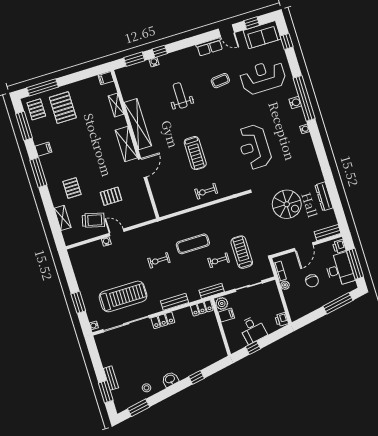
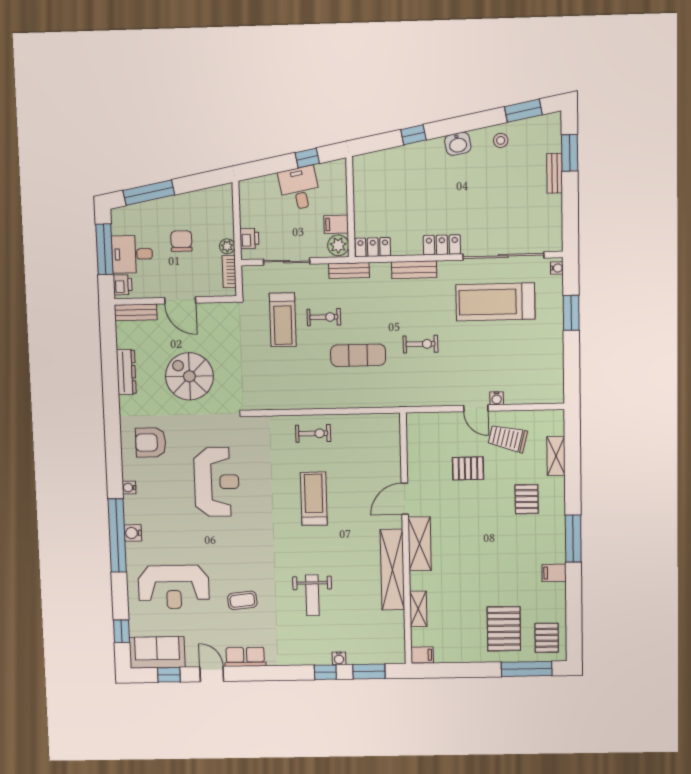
window: (24, 126) -> (574, 618), removed
armchair: (299, 159) -> (151, 442), added
door: (304, 247) -> (180, 300), swing flipped
desk: (340, 269) -> (132, 254), width x0.73
printer: (282, 320) -> (249, 238), moved

